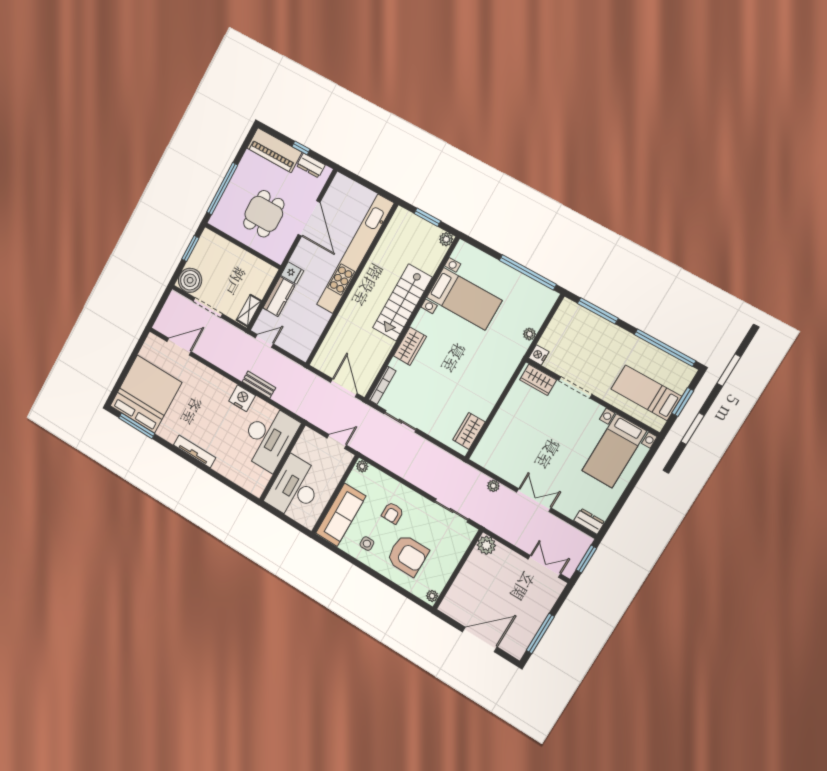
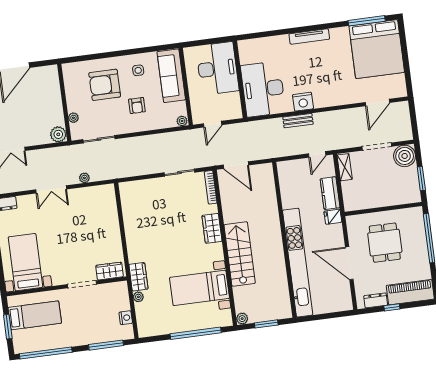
window: (528, 272) -> (196, 333), moved
nightstand: (539, 355) -> (126, 318), moved
wardrobe: (469, 431) -> (138, 277), moved
armchair: (392, 513) -> (137, 106), turned 180
plant: (432, 596) -> (73, 118), moved

